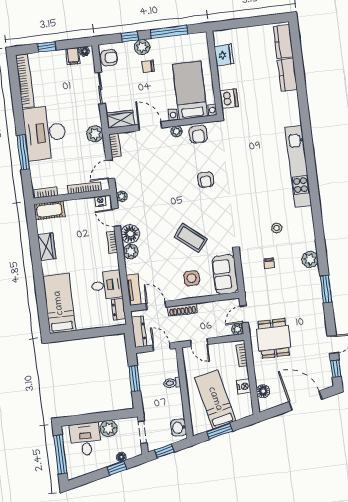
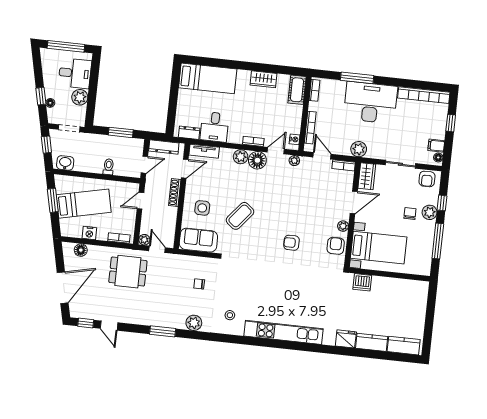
fridge: (224, 55) -> (346, 339), moved, turned 180
armchair: (198, 134) -> (336, 246), turned 90
stool: (277, 228) -> (230, 315), moved

